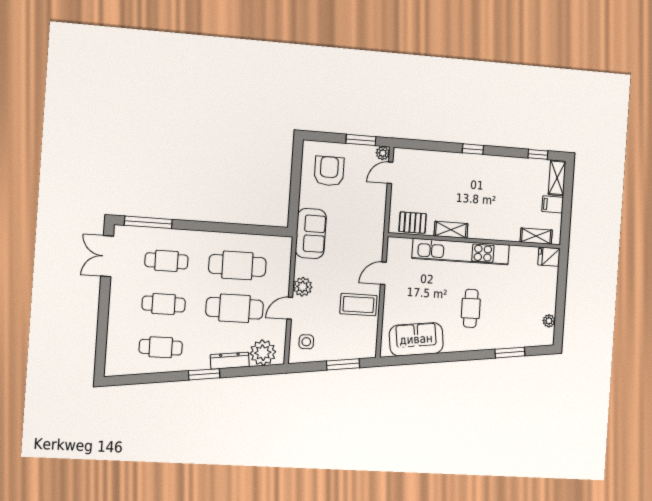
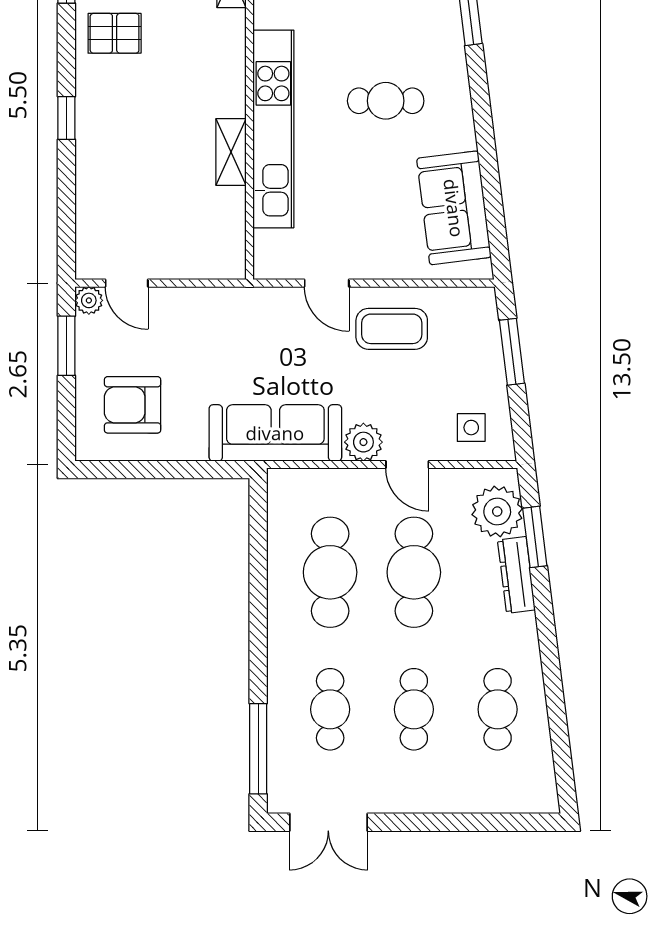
pallet: (413, 223) -> (115, 33), moved, turned 90
sofa: (311, 233) -> (275, 433), width x1.36
coffee table: (358, 305) -> (392, 329), turned 90
window: (204, 374) -> (535, 537), moved

